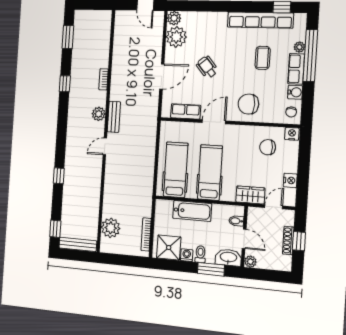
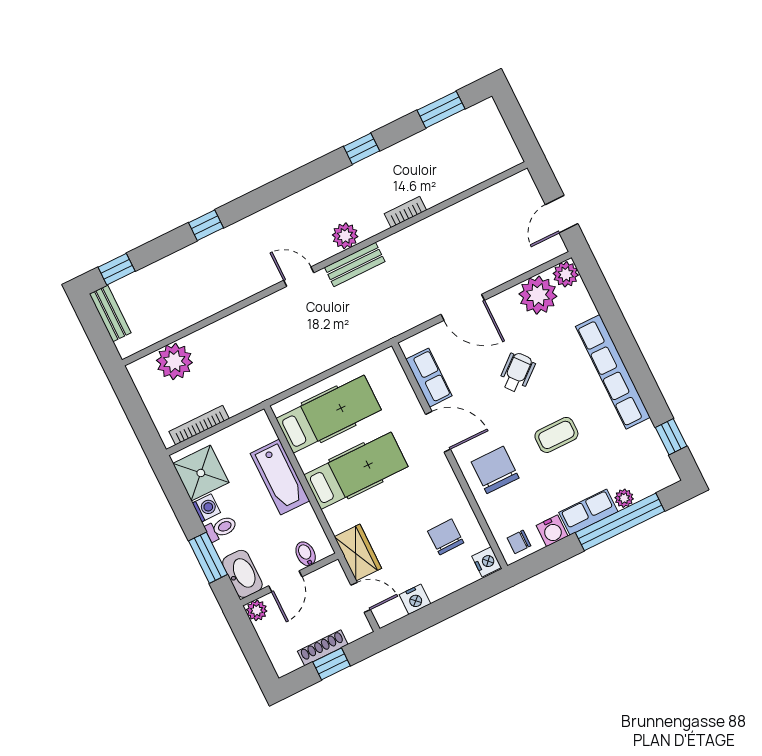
row of seats: (260, 20) -> (613, 372), moved
coffee table: (263, 58) -> (556, 435), moved
bench: (78, 244) -> (110, 313), width x0.73

